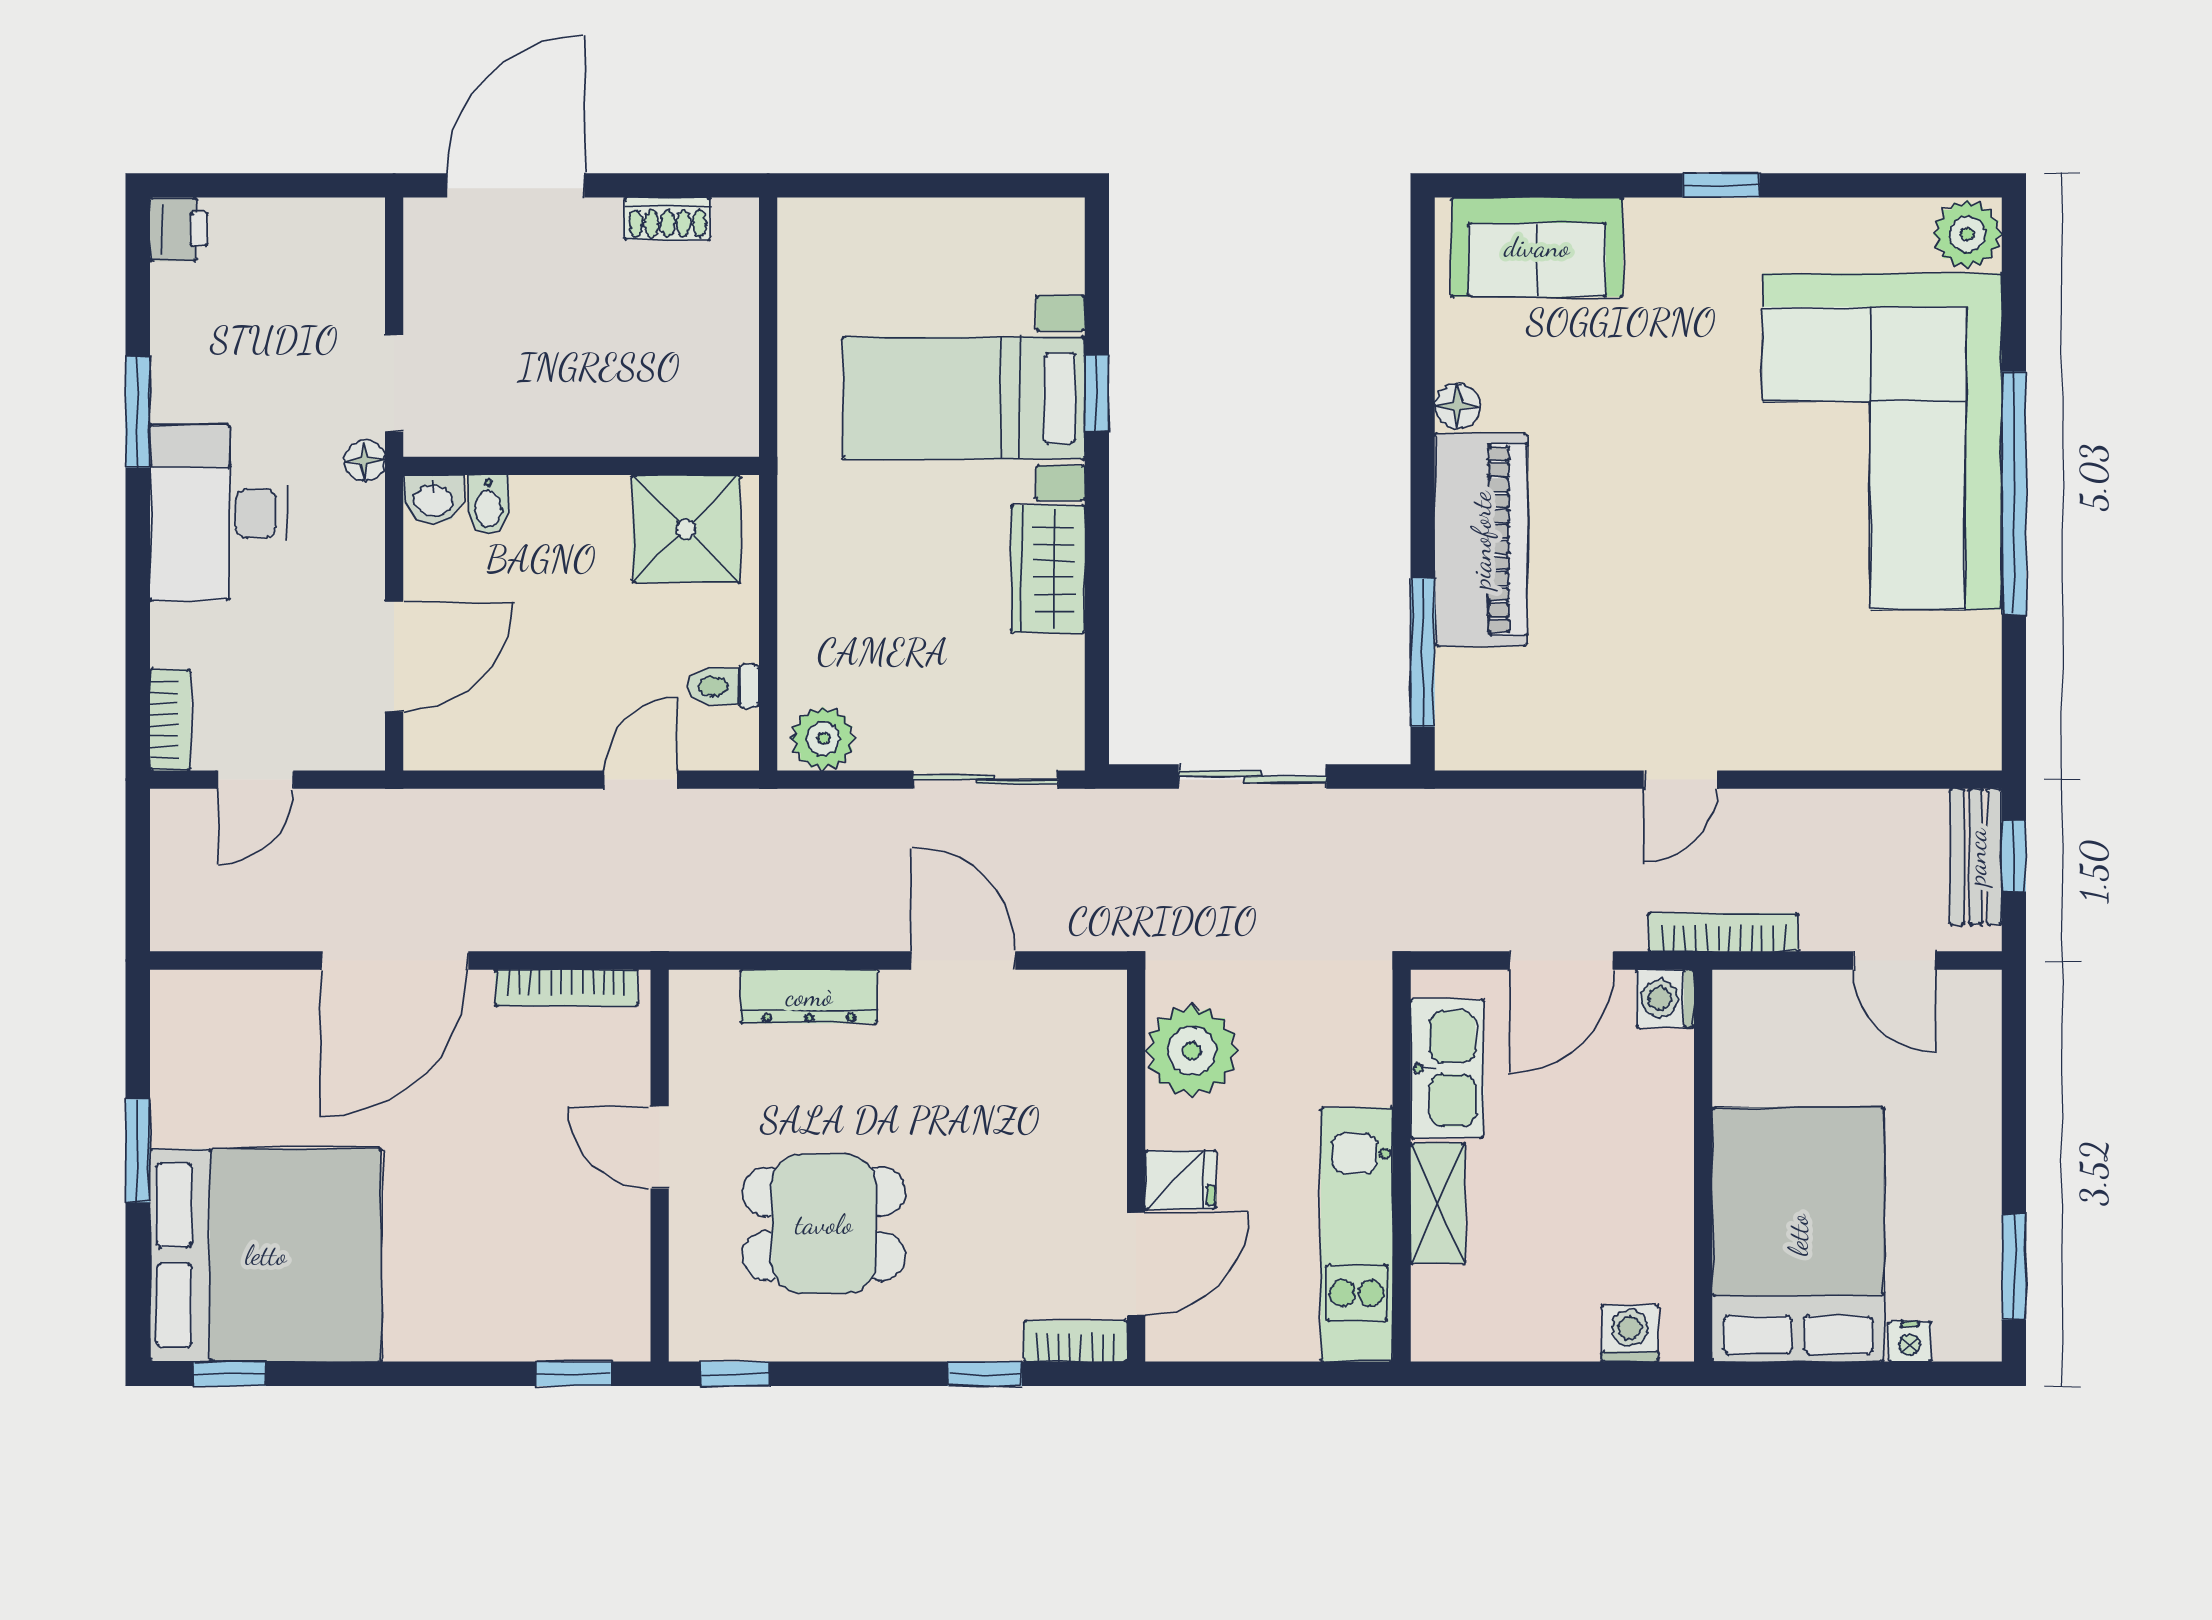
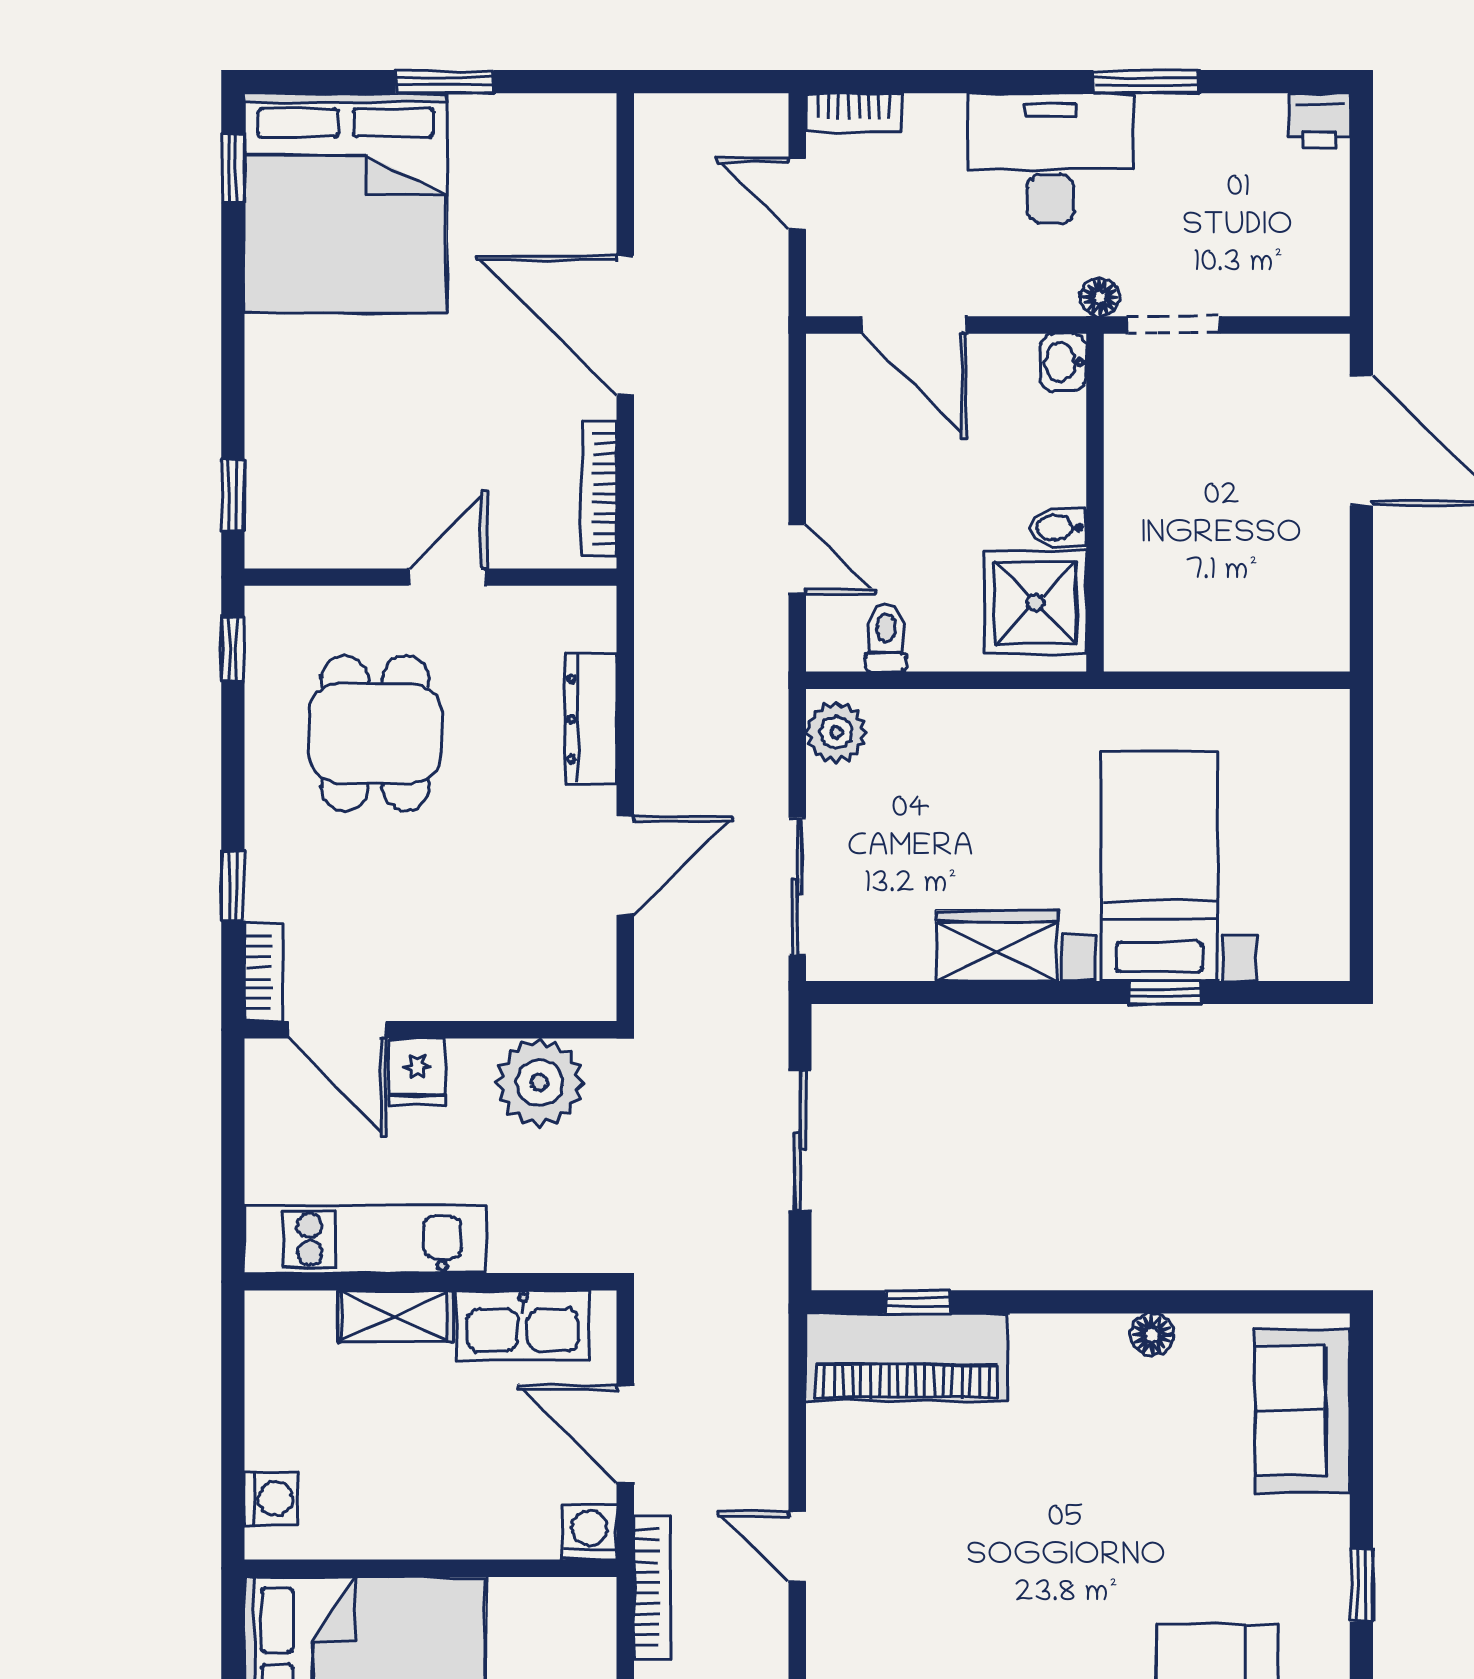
shoe rack: (668, 218) -> (1330, 585), removed
bidet: (488, 504) -> (1058, 528), moved
piano: (1481, 540) -> (907, 1357), moved
window: (1423, 653) -> (918, 1302), width x0.46

